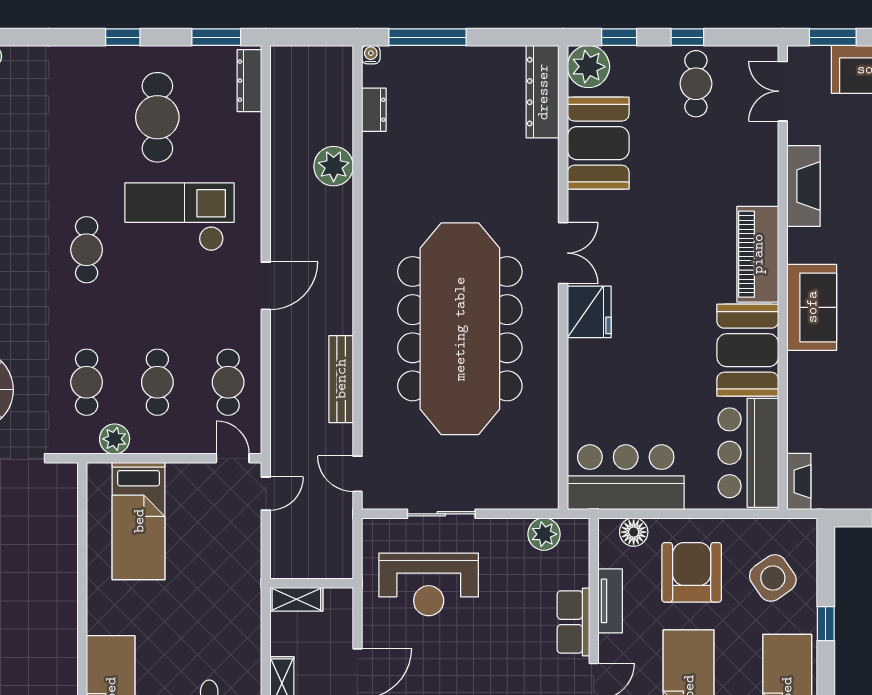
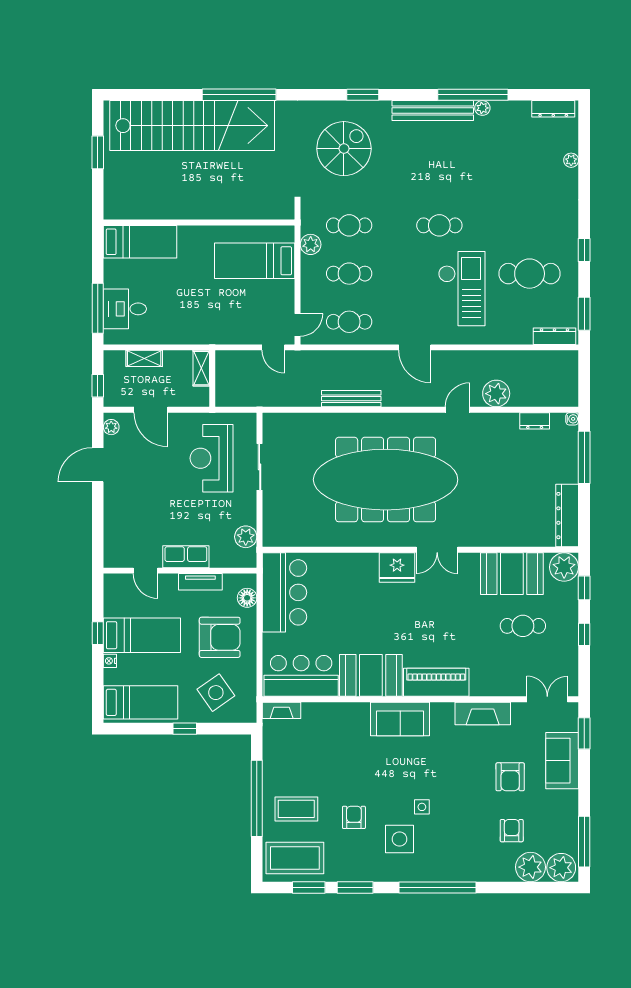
cafe table: (696, 84) -> (523, 626), moved
dresser: (543, 92) -> (567, 516), moved, turned -90
door: (357, 474) -> (457, 410), moved

